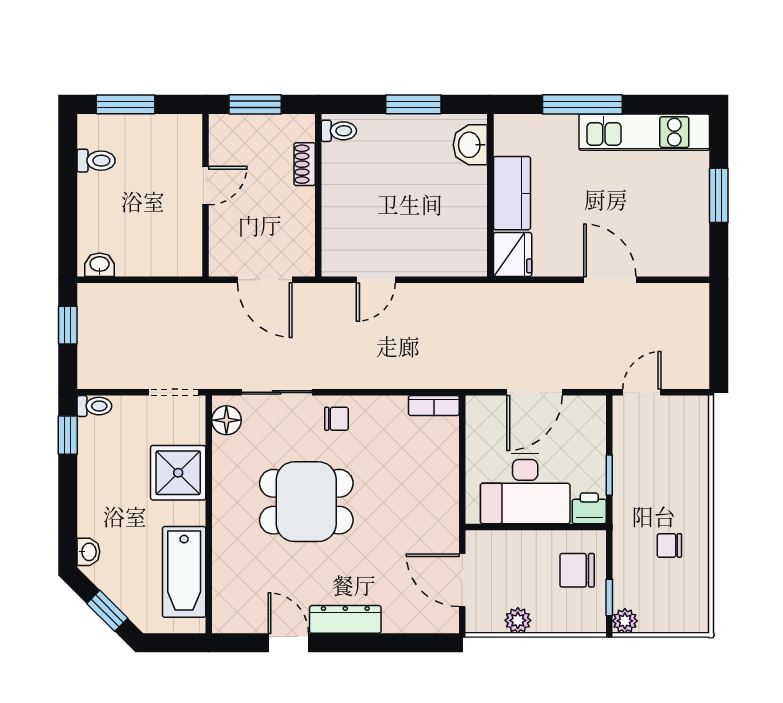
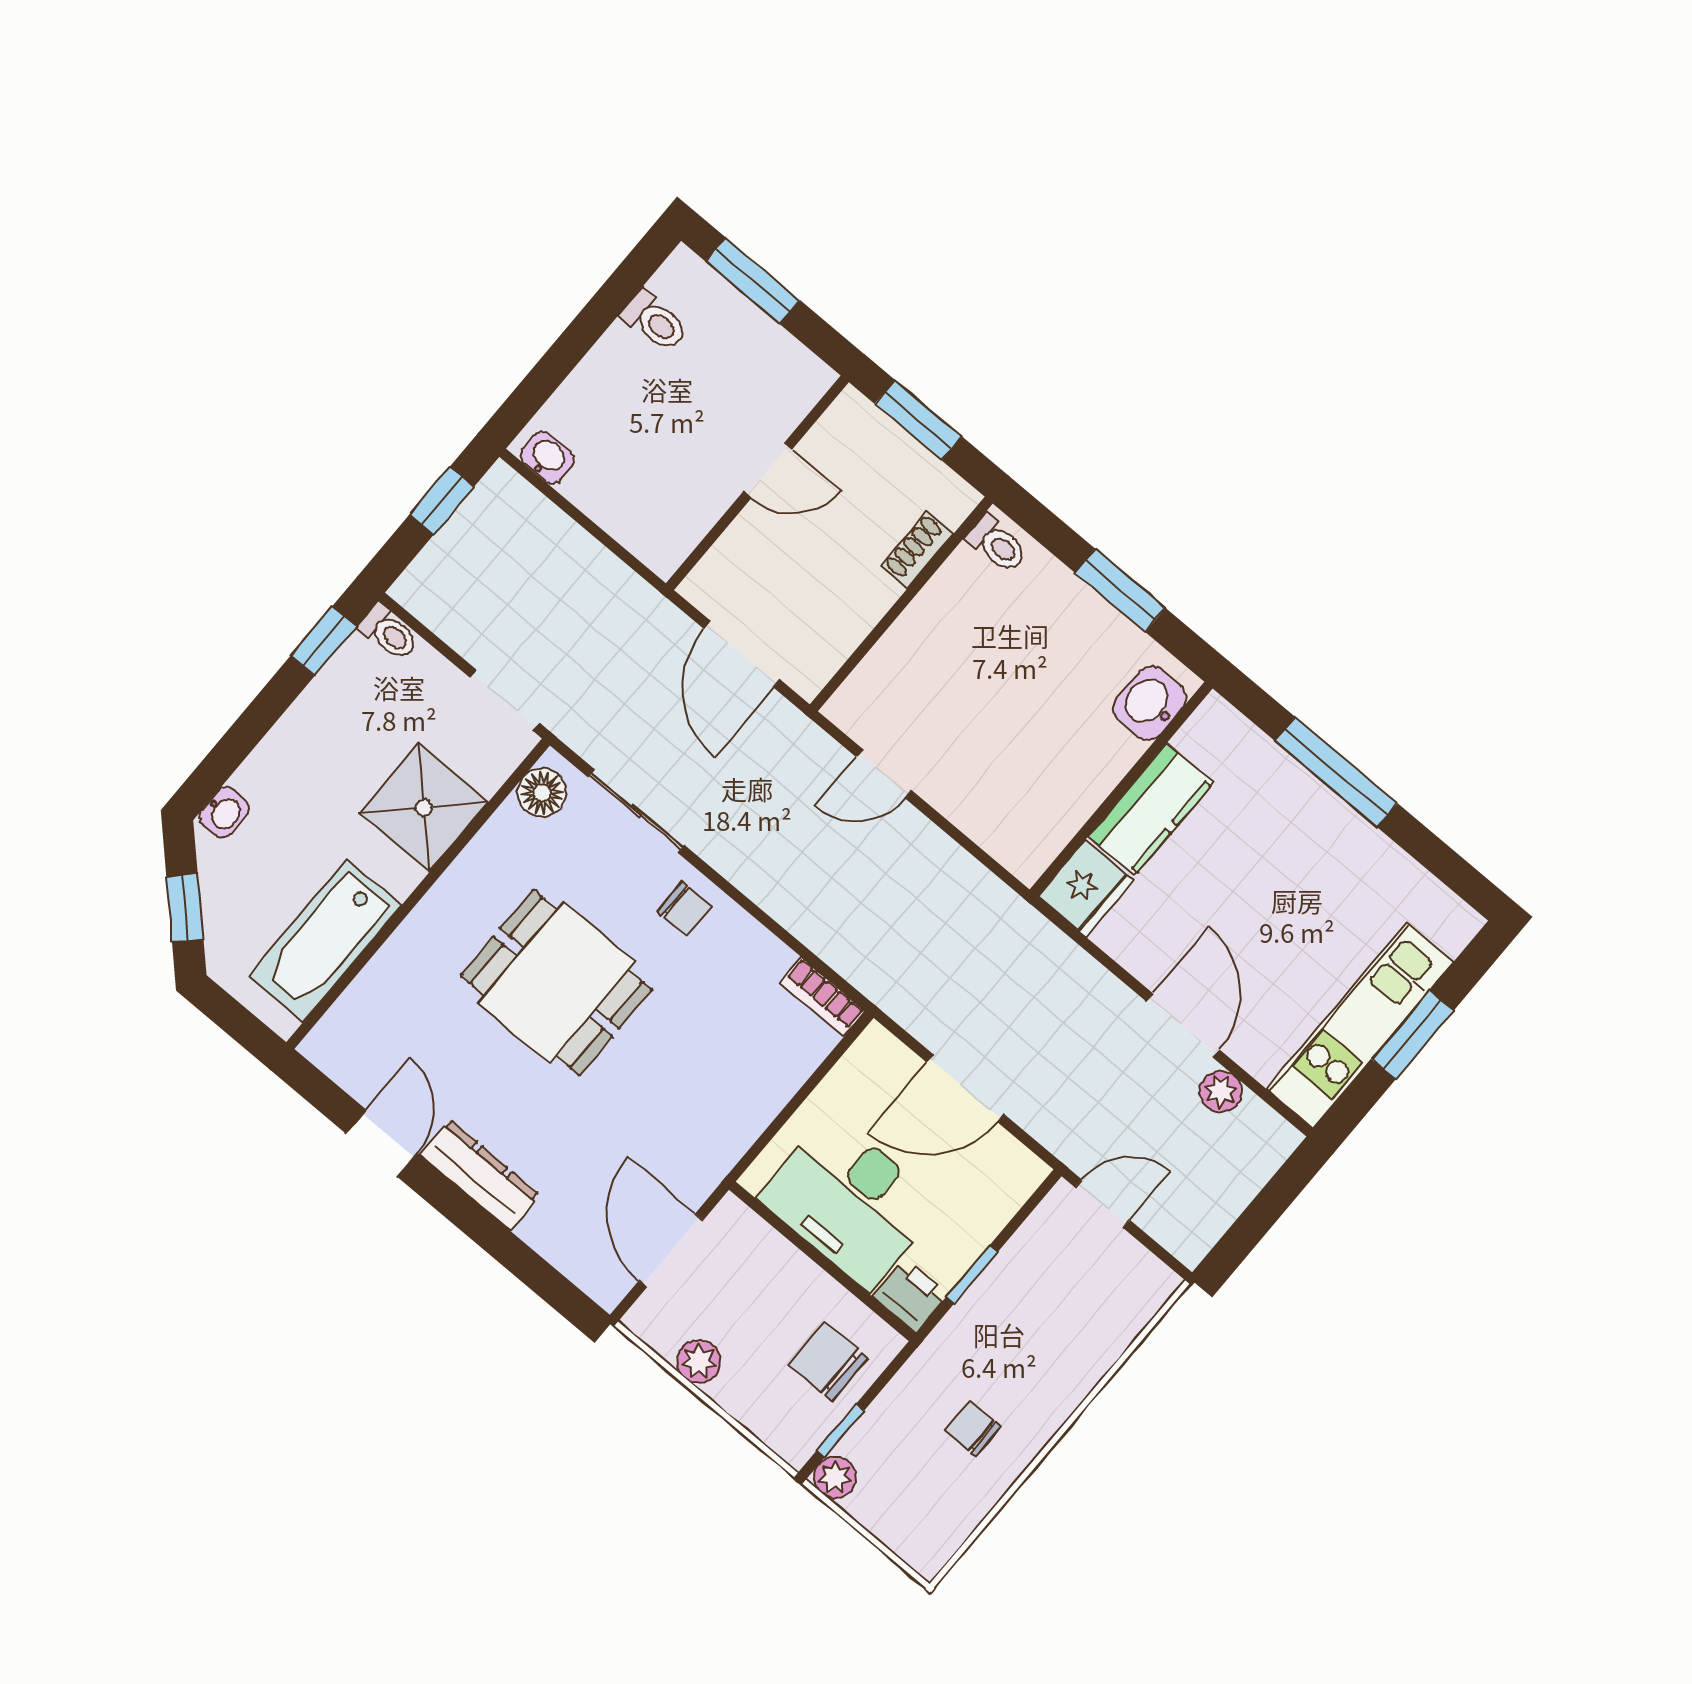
kitchen unit: (644, 132) -> (1360, 1026), moved, turned 90
plant: (653, 295) -> (1221, 1091), added

